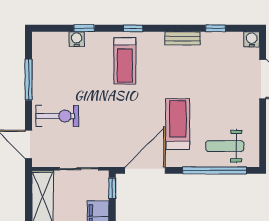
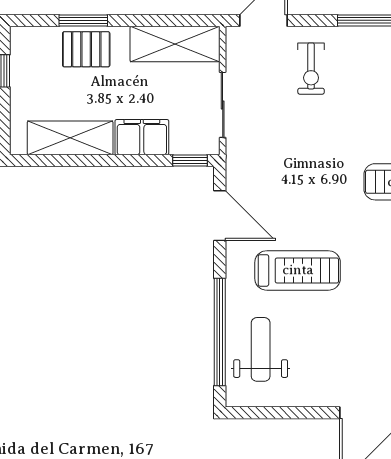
exercise bike: (57, 116) -> (311, 69), width x0.73, depth x0.72
door: (145, 170) -> (220, 216), width x0.73

